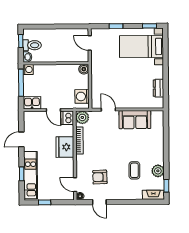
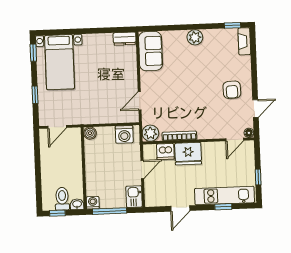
dresser: (158, 88) -> (125, 39), moved
dishwasher: (67, 118) -> (165, 152), moved
sofa: (135, 120) -> (150, 51), moved
door: (21, 139) -> (180, 208), hinge flipped
coffee table: (134, 170) -> (215, 66), removed
plant: (158, 171) -> (195, 37), moved
armchair: (100, 177) -> (232, 90), moved

